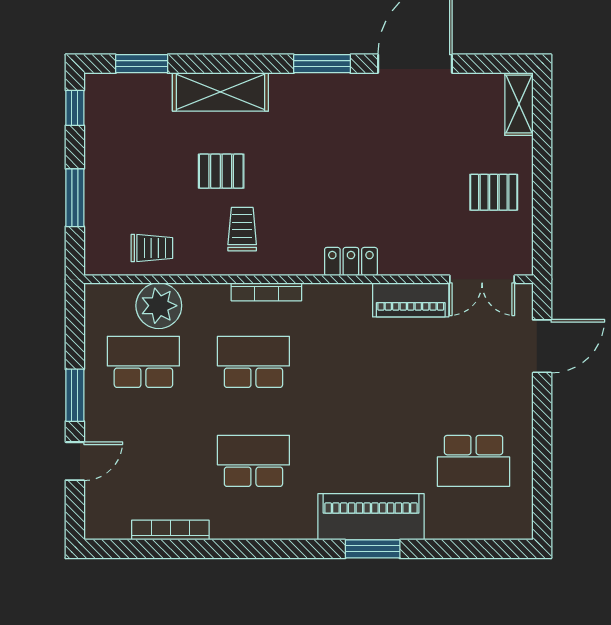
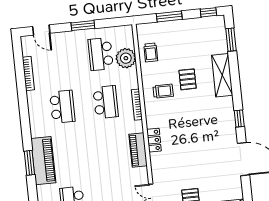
window: (322, 64) -> (239, 118), width x0.67
piano: (411, 300) -> (138, 150), moved
school desk: (143, 362) -> (101, 54), turned 180
door: (75, 461) -> (41, 30), moved

